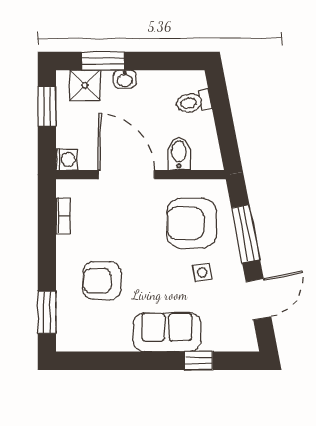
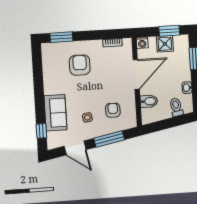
washbasin: (125, 79) -> (187, 88), moved
shower: (85, 85) -> (165, 44), moved
armchair: (192, 223) -> (113, 110), width x0.53, depth x0.53
sofa: (167, 332) -> (55, 113), moved
window: (199, 361) -> (41, 131), moved

